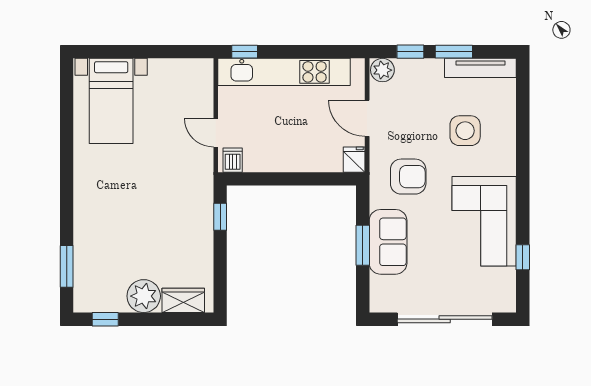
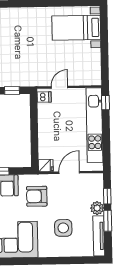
plant: (382, 70) -> (97, 208), moved
armchair: (408, 177) -> (37, 196), turned 90

